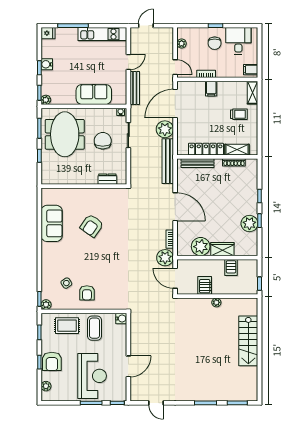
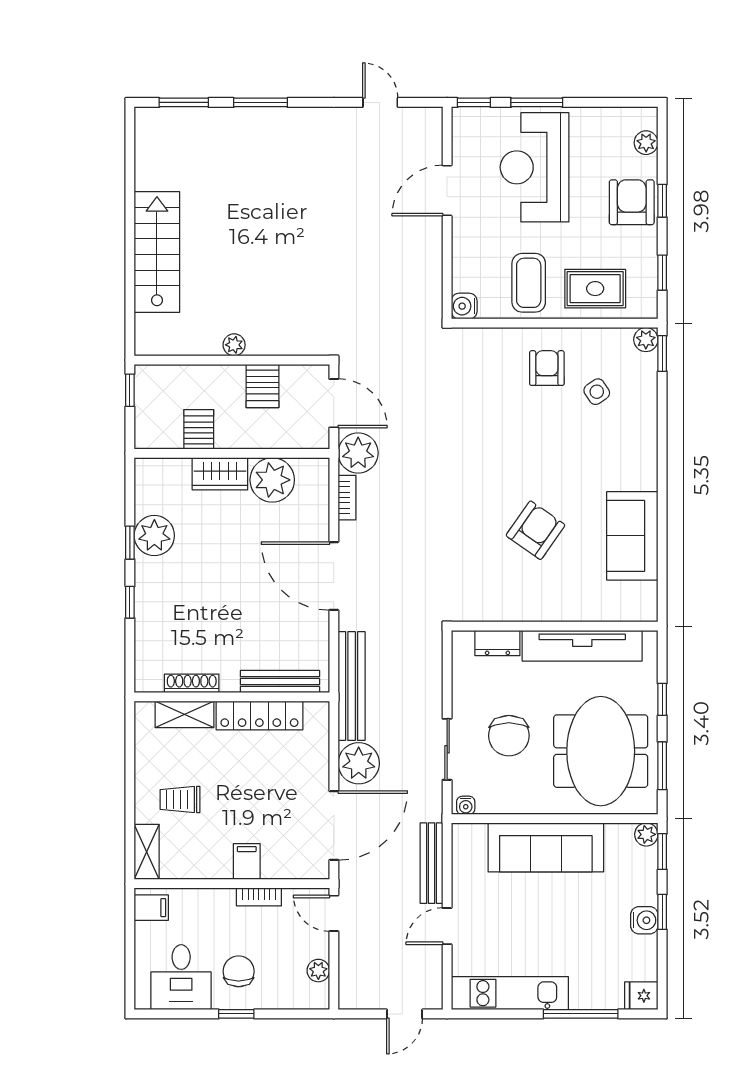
sofa: (94, 94) -> (546, 847), width x1.36
tv unit: (72, 178) -> (582, 646), added

